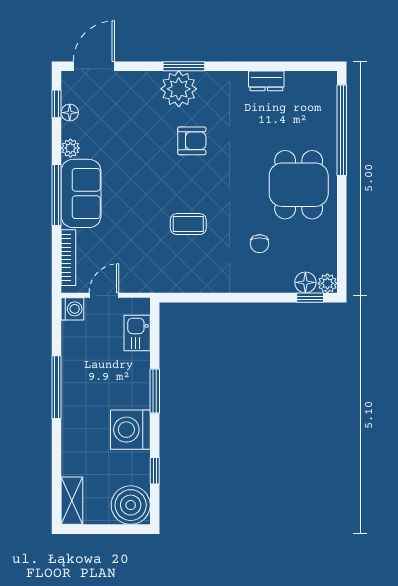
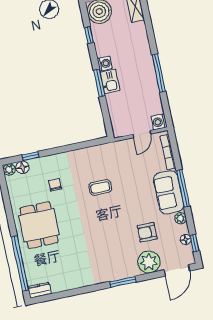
dresser: (266, 81) -> (40, 290), moved
plant: (179, 89) -> (149, 262), moved
armchair: (192, 141) -> (147, 232), moved
window: (310, 298) -> (30, 156), moved
kitchen sink: (137, 333) -> (110, 81), moved
washing machine: (130, 430) -> (105, 64), width x0.53, depth x0.53

